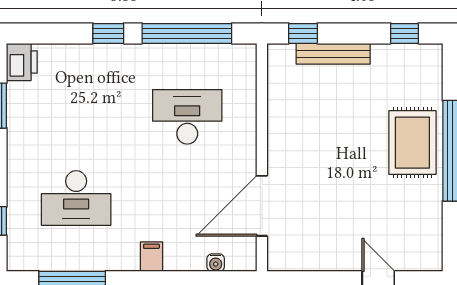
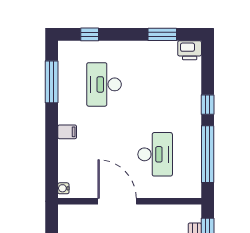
door: (262, 206) -> (117, 201), moved
water cooler: (216, 263) -> (63, 188), moved

